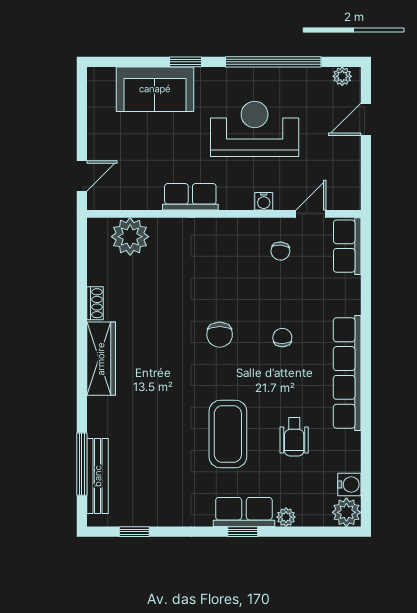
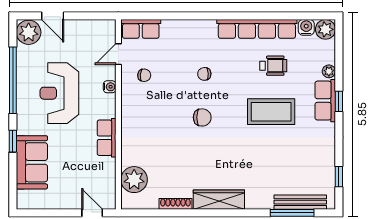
plant: (342, 76) -> (29, 32), width x1.88, depth x1.88
door: (311, 214) -> (118, 54), hinge flipped
shoe rack: (95, 303) -> (175, 204), width x1.43
row of seats: (347, 373) -> (257, 29), moved

